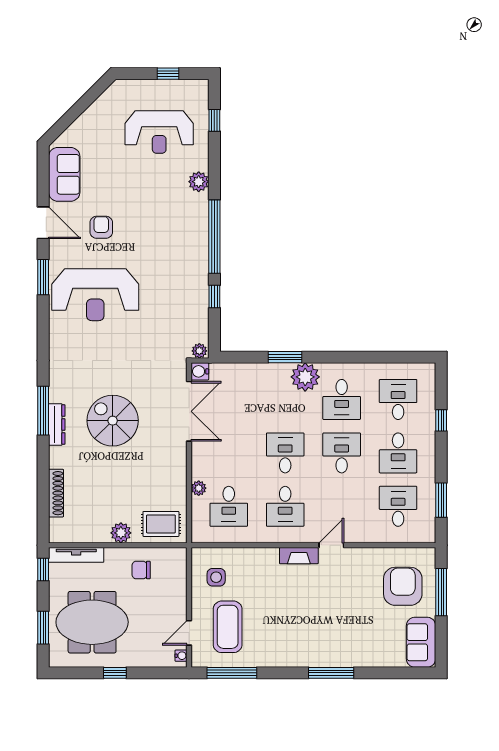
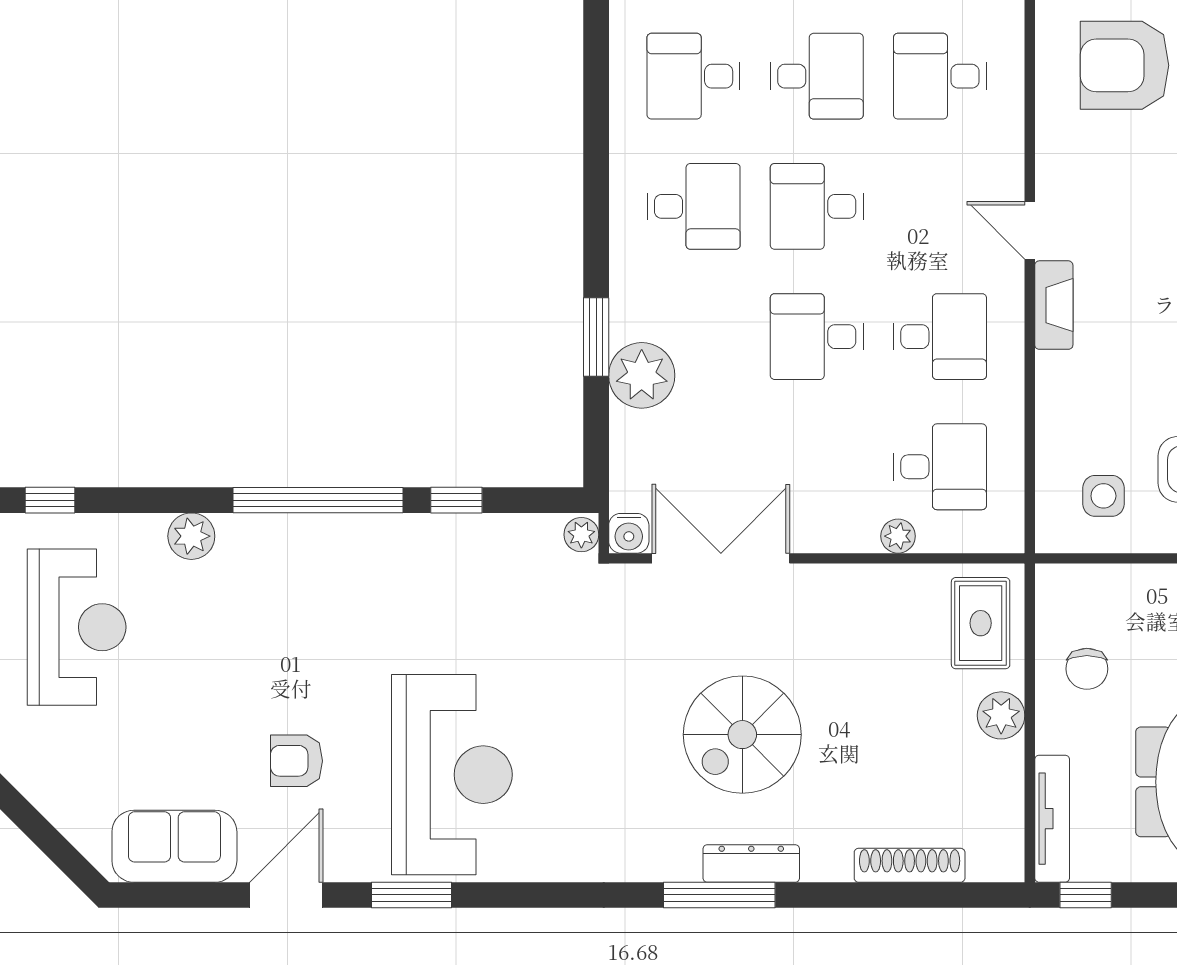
plant: (305, 377) -> (642, 375), moved

